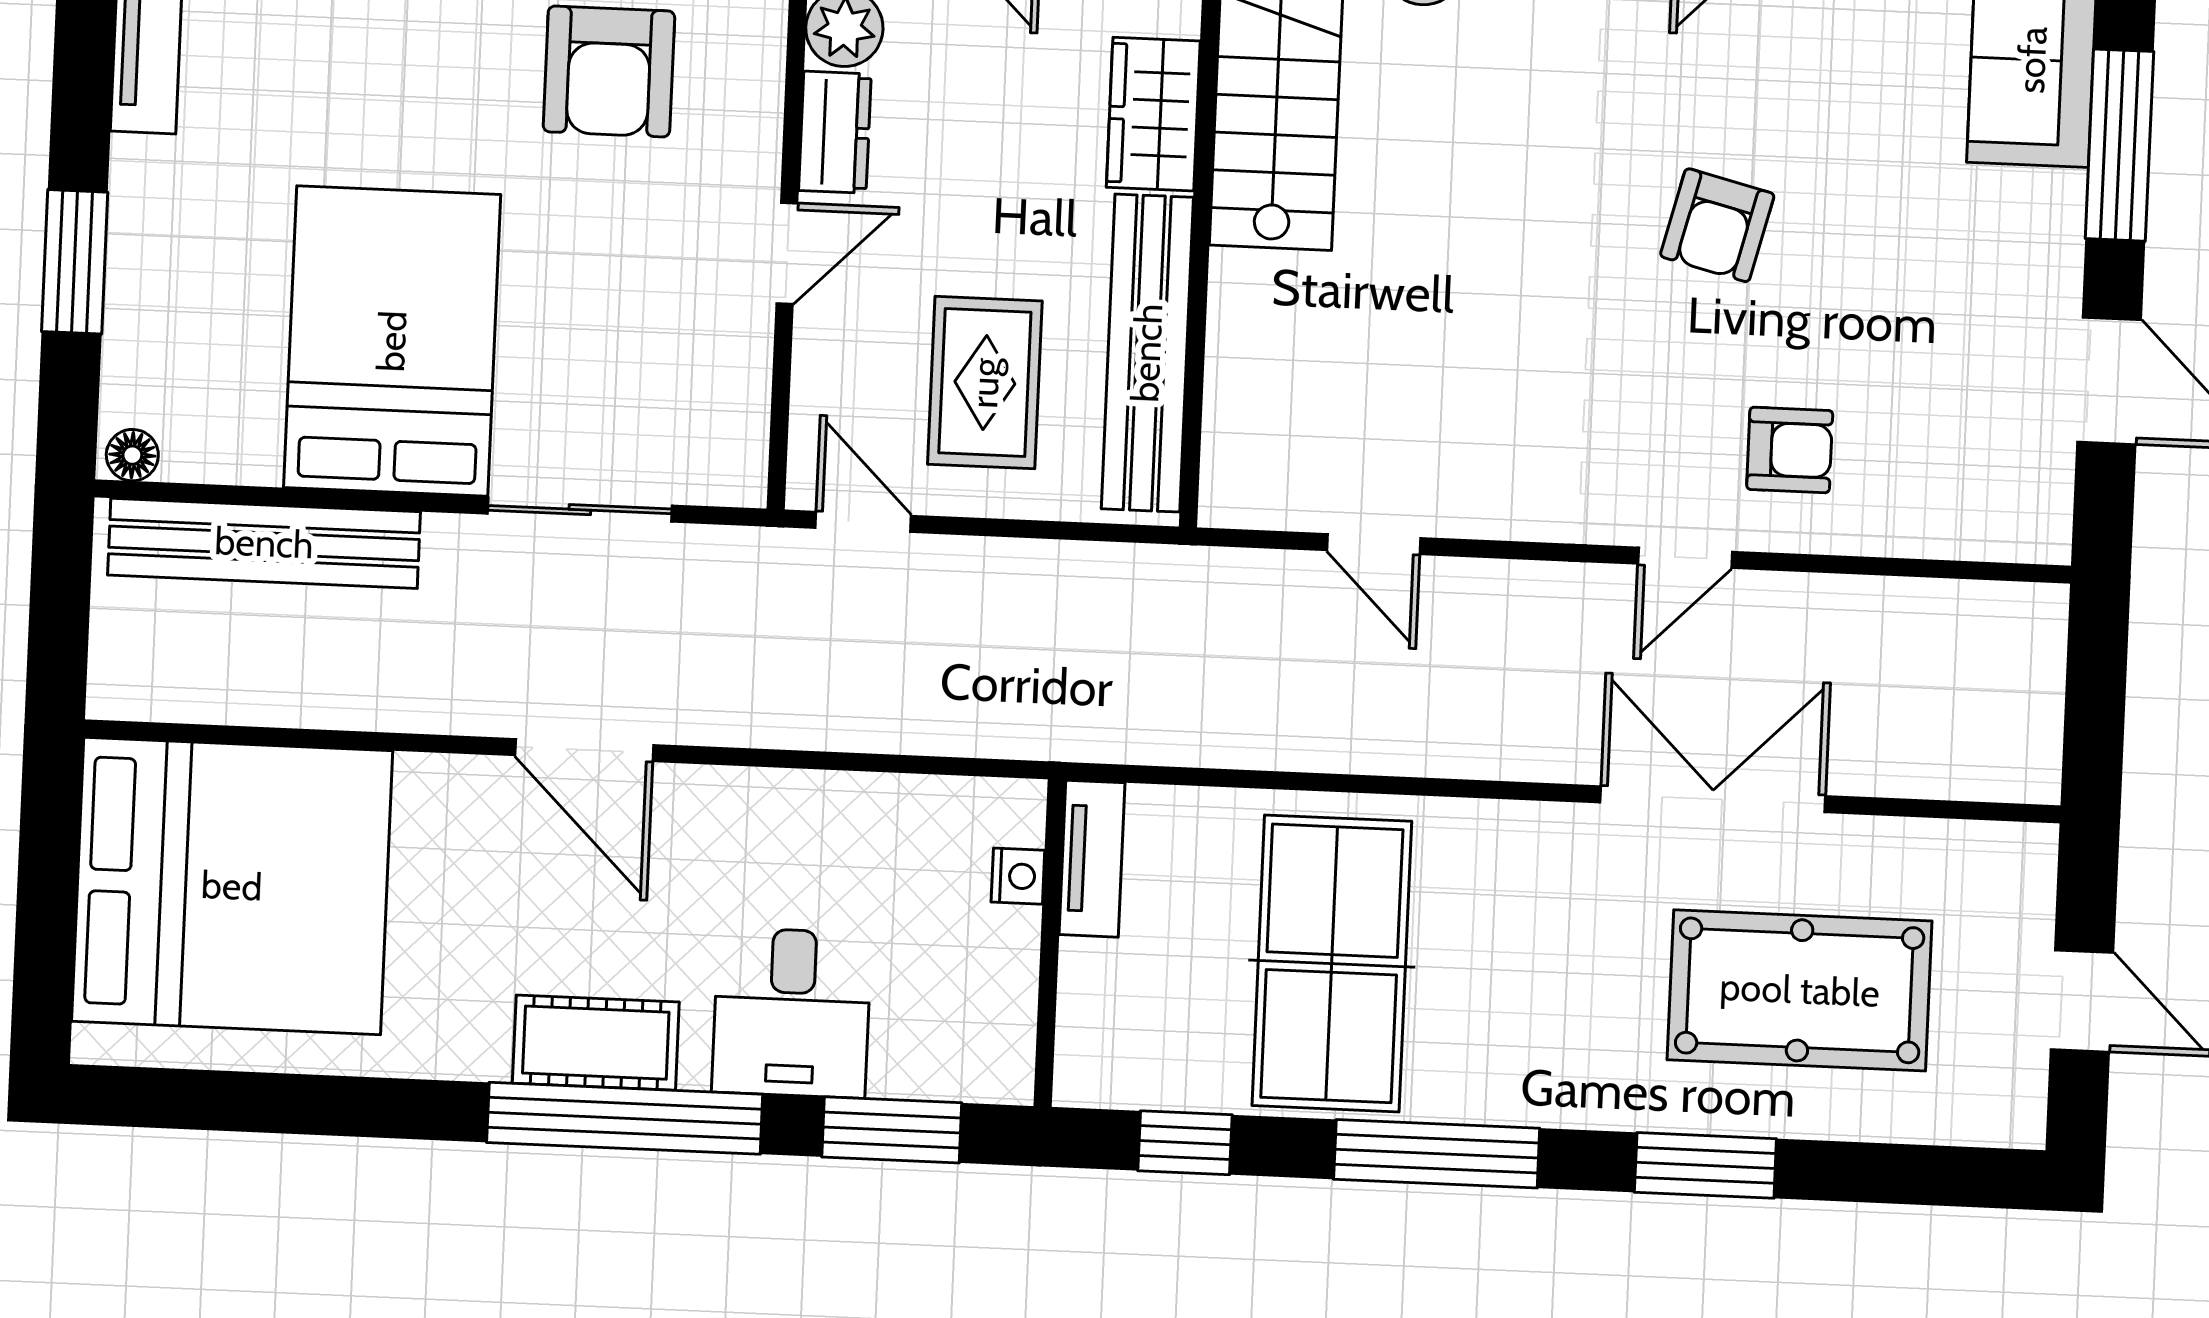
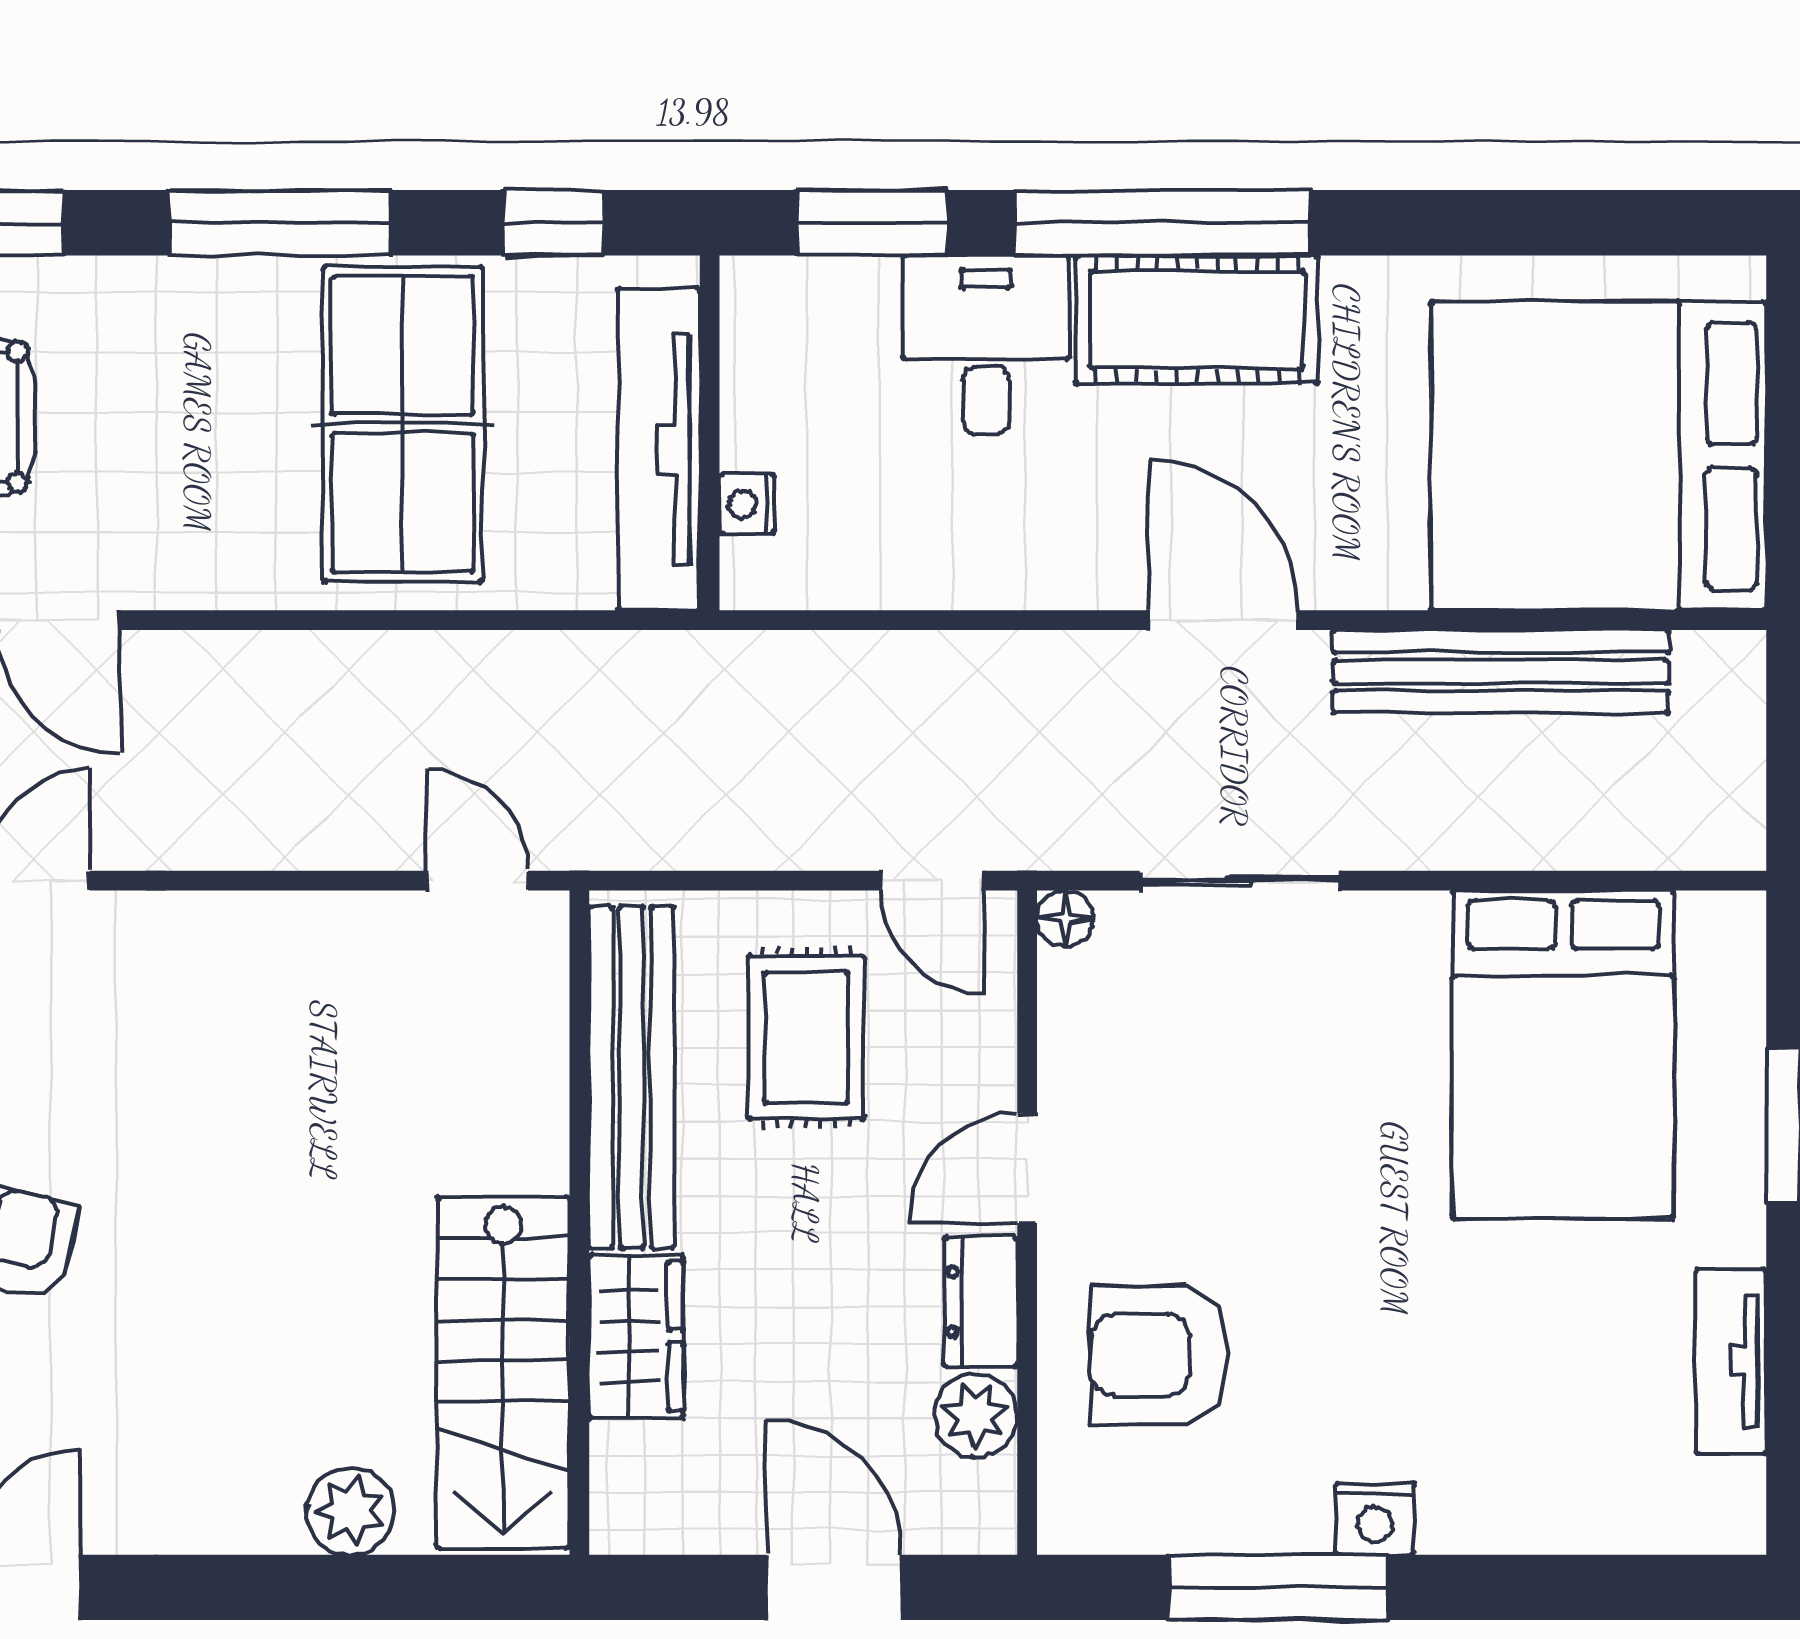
armchair: (609, 71) -> (1159, 1355), moved, turned -90
bed: (392, 341) -> (1563, 1054), moved
floor lamp: (132, 455) -> (1065, 918), moved
bench: (264, 543) -> (1501, 672), moved
door: (1374, 544) -> (477, 881), moved
tv unit: (1092, 859) -> (659, 449), width x1.92, depth x1.29
cot: (596, 1043) -> (1197, 320), width x1.37, depth x1.34

